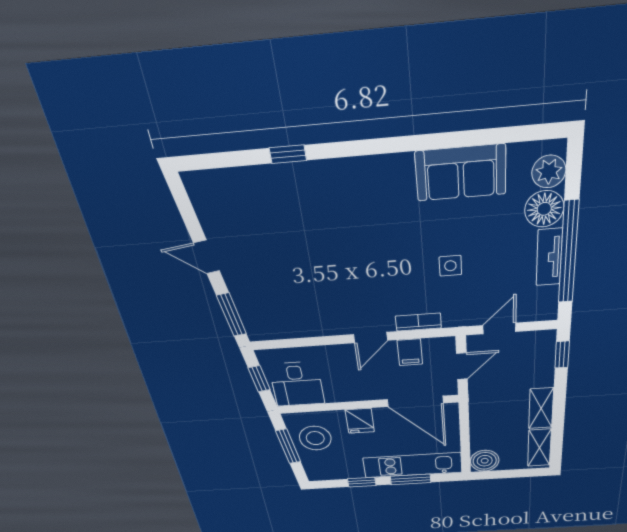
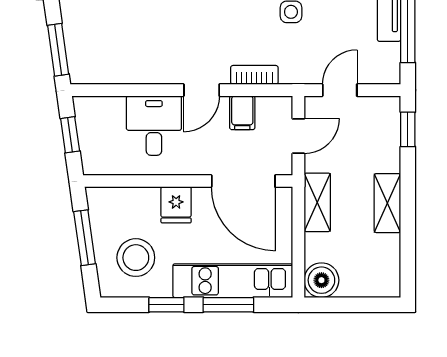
desk: (297, 384) -> (154, 126), moved, turned 180
stool: (315, 438) -> (136, 258), moved
shelving: (539, 448) -> (317, 202), moved

